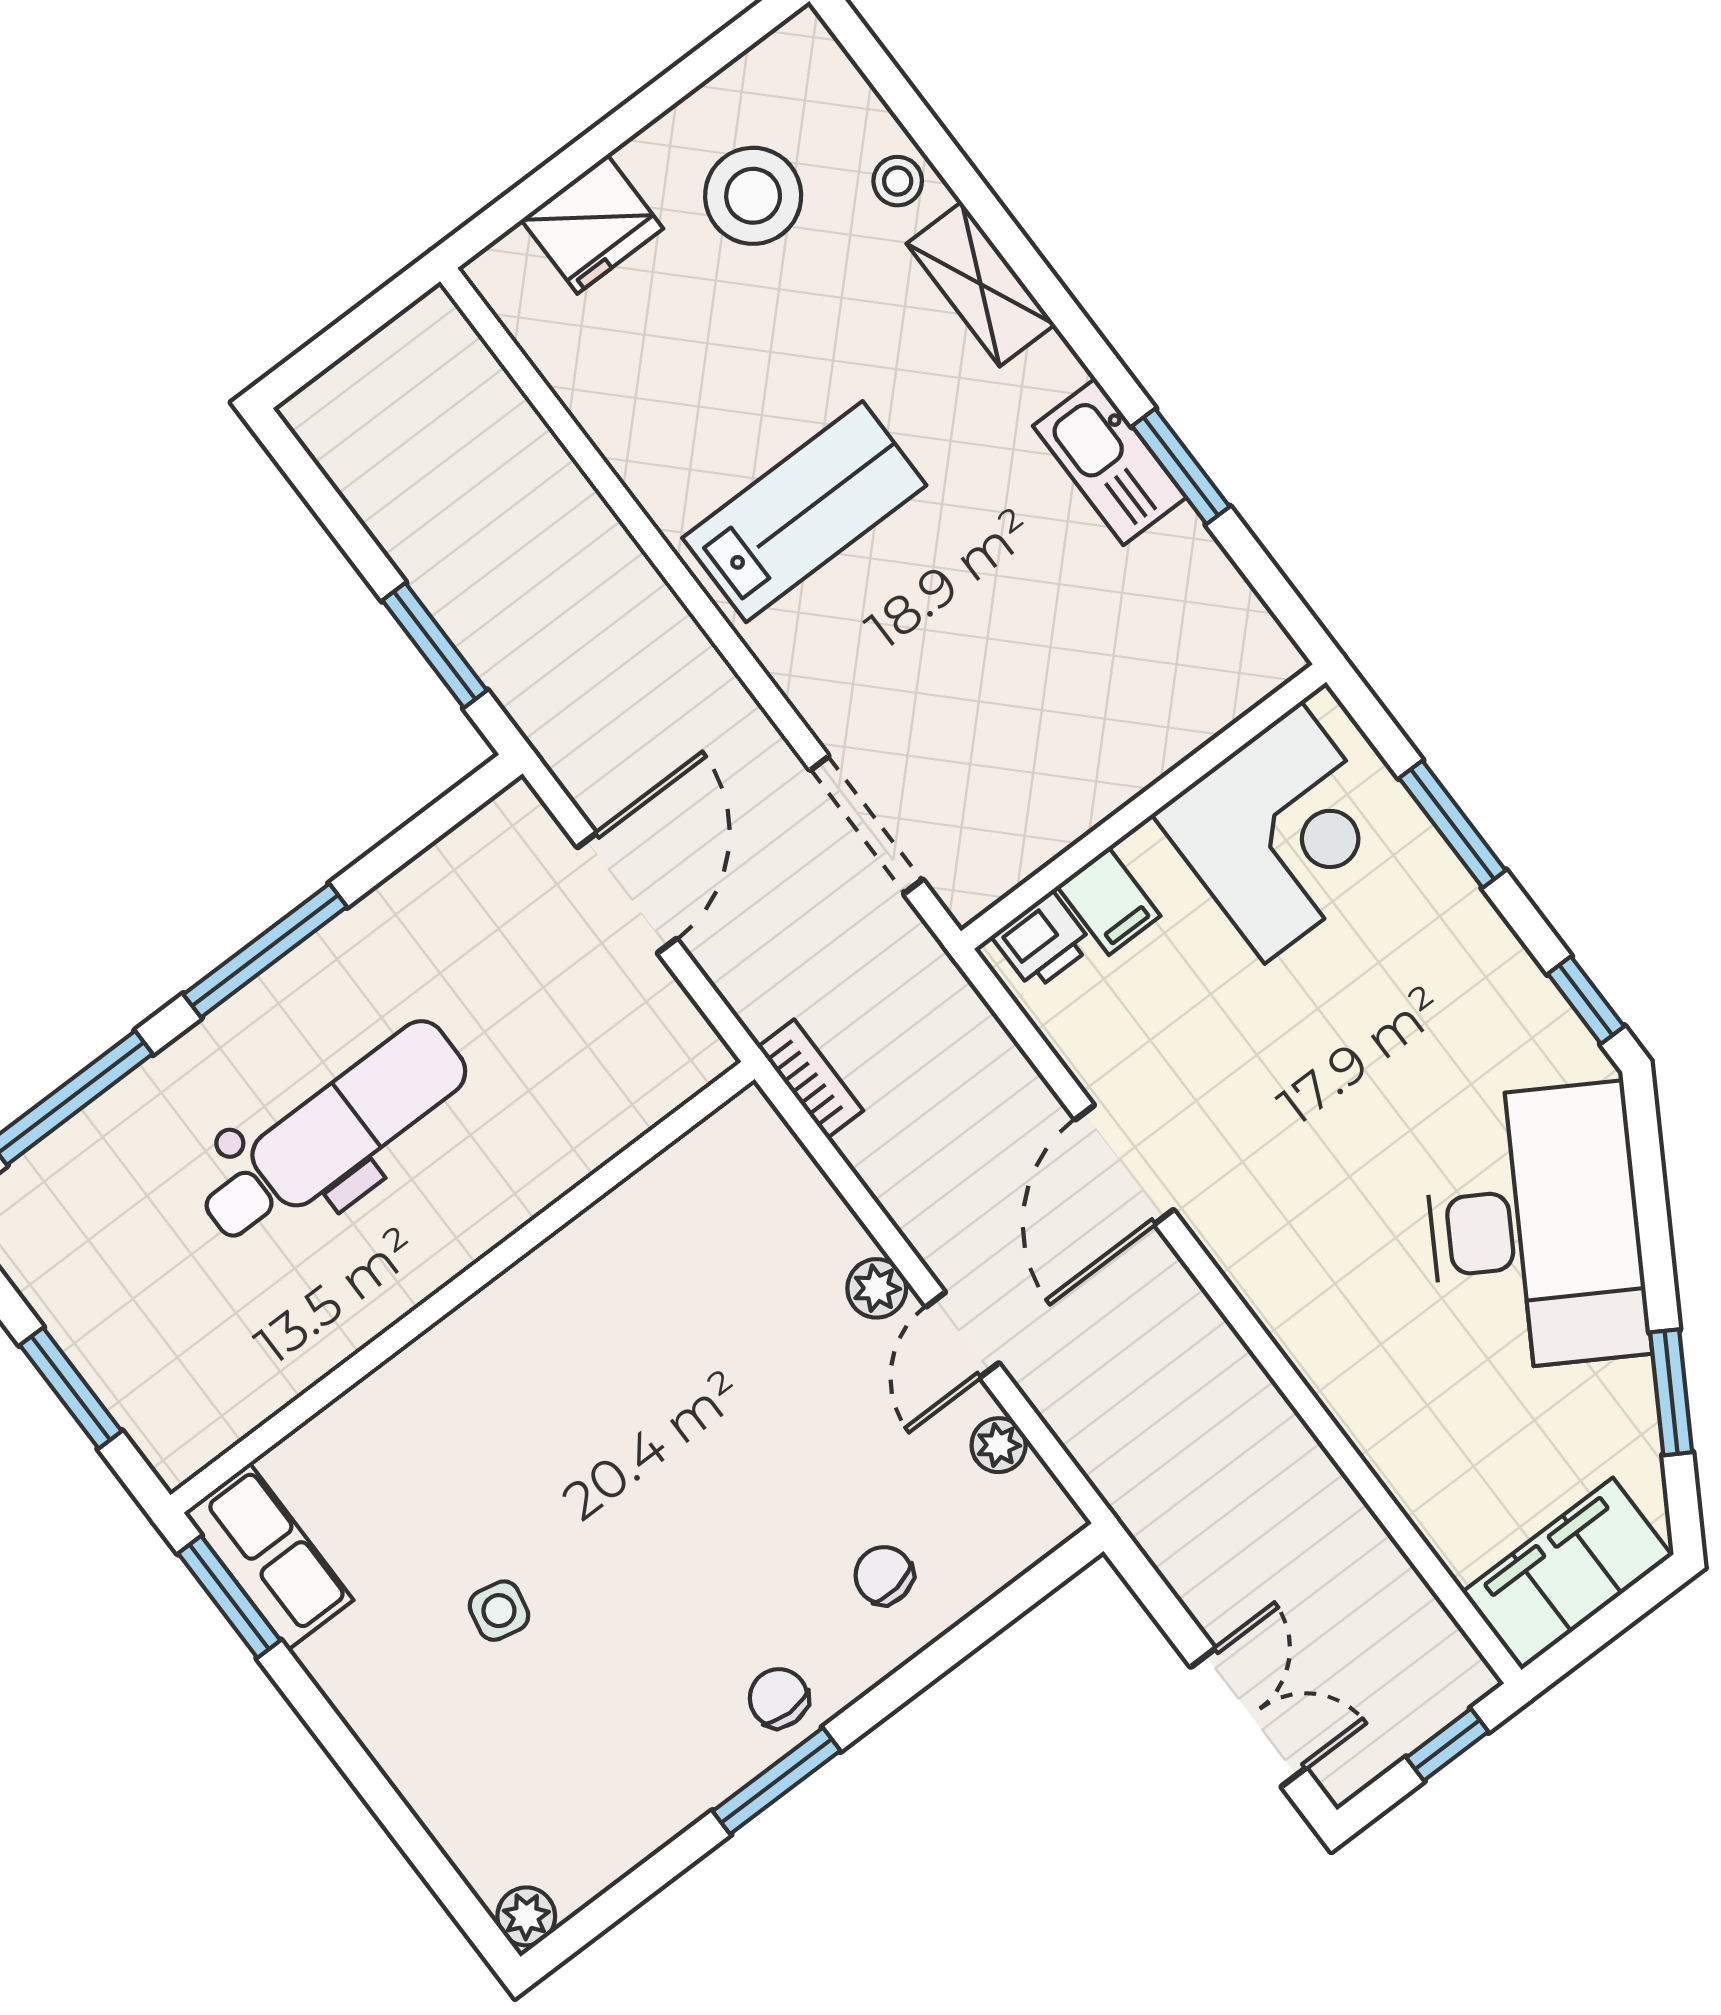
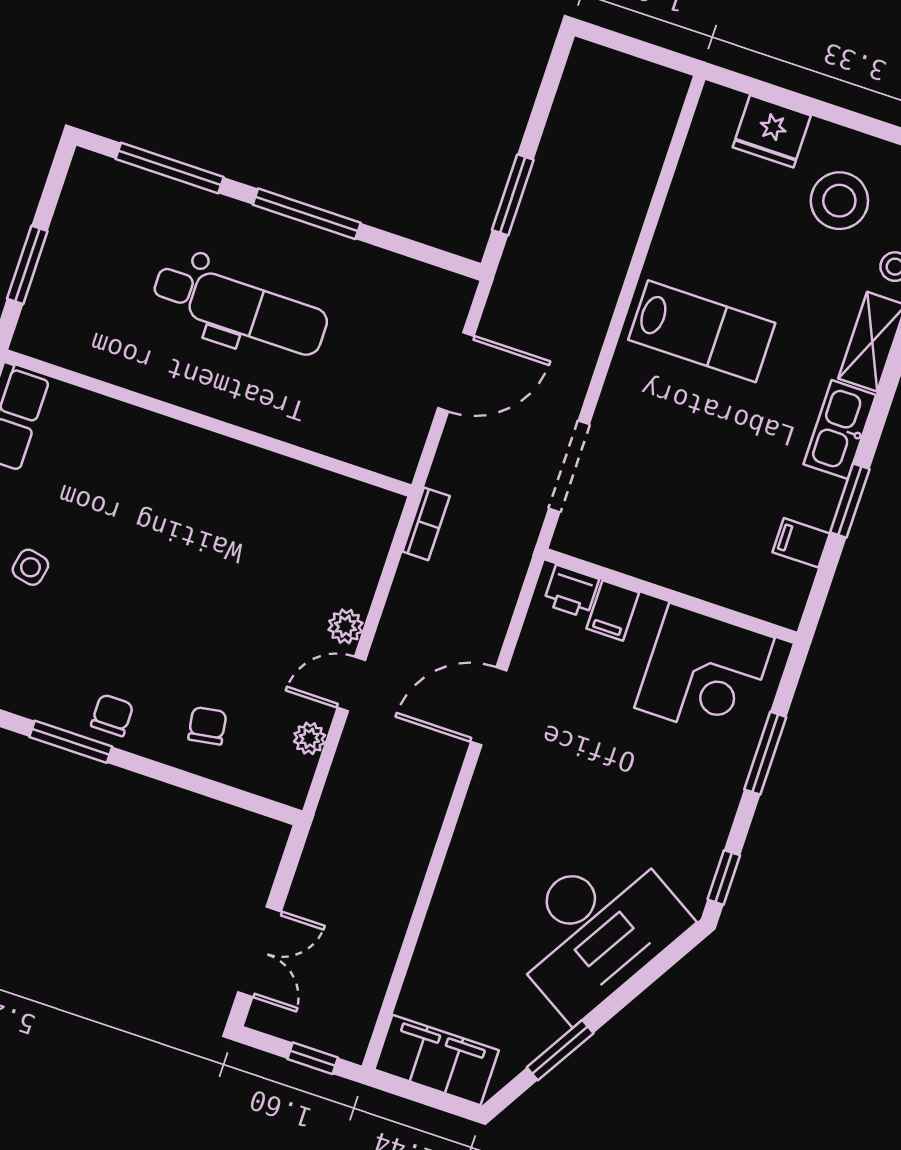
kitchen sink: (1109, 462) -> (840, 430), moved
filing cabinet: (1193, 574) -> (801, 543), added
side table: (499, 1611) -> (30, 567), moved

